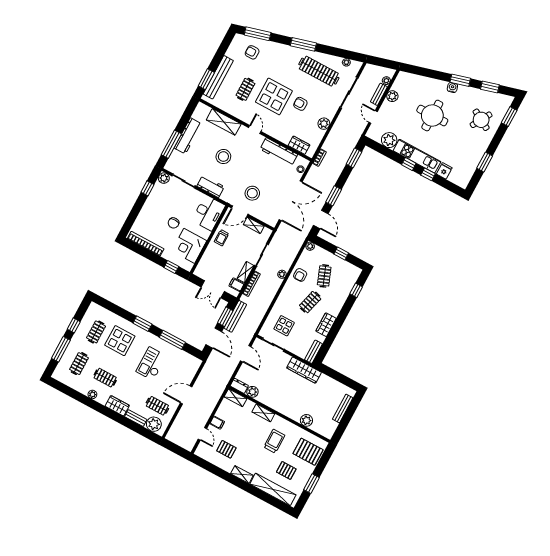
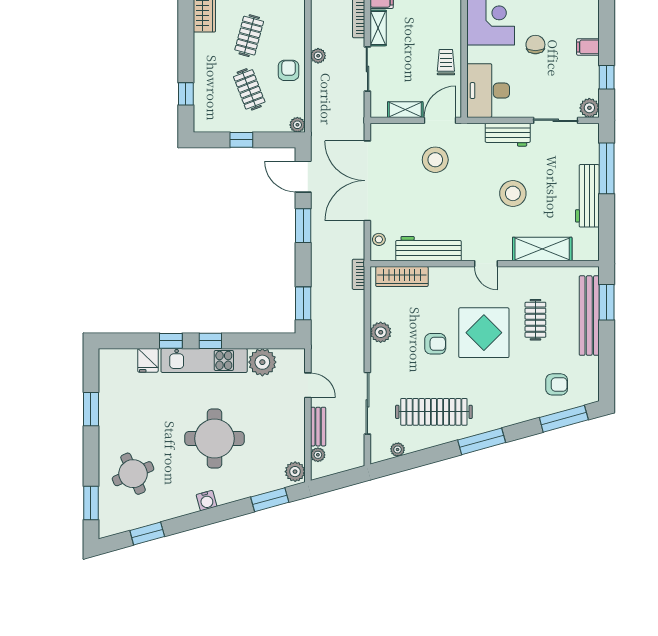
window: (460, 80) -> (270, 500), moved
plant: (392, 96) -> (295, 472), moved
round table: (481, 120) -> (133, 474), turned 37
wardrobe: (299, 145) -> (402, 277), width x1.50
filing cabinet: (149, 208) -> (588, 47), added

